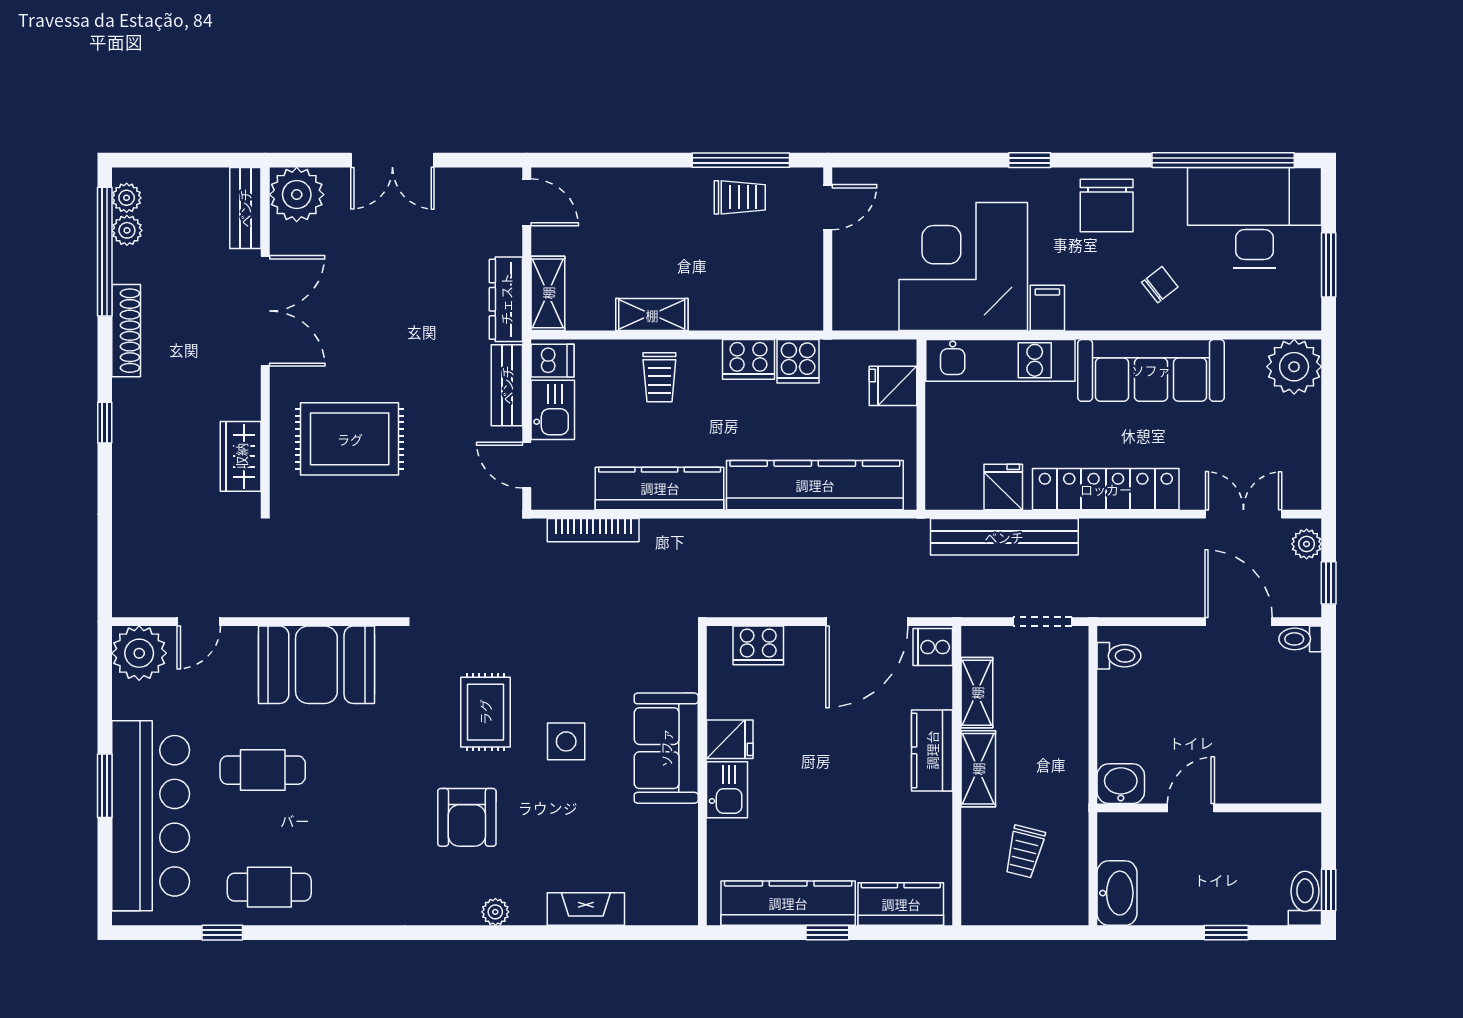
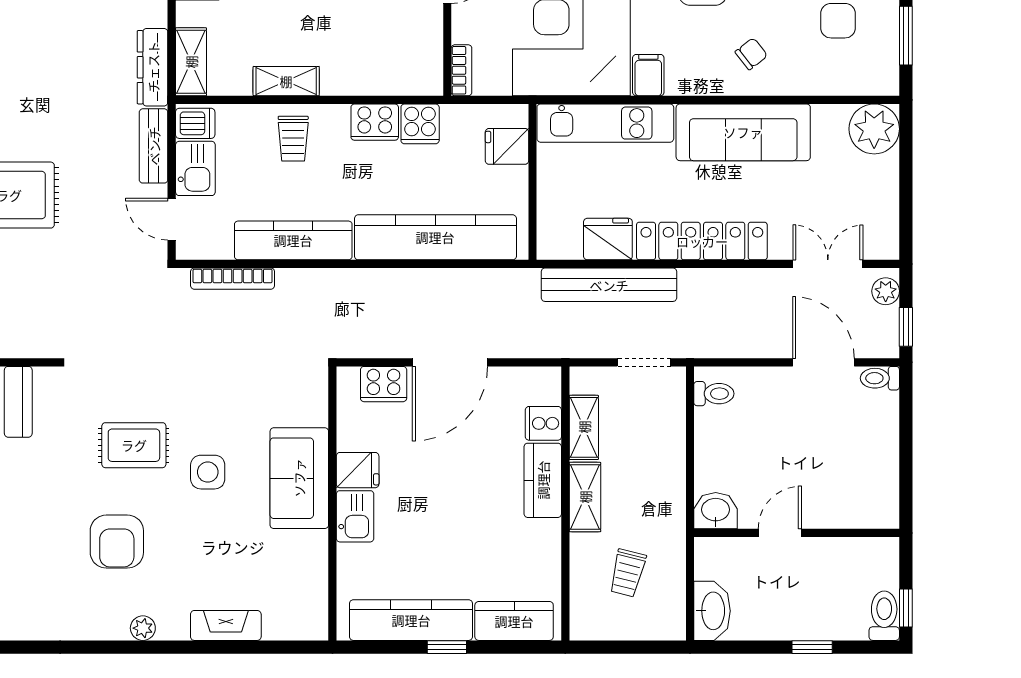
bookcase: (843, 303) -> (461, 70), added
fridge: (1003, 487) -> (608, 239), width x1.38
door: (867, 622) -> (450, 362), moved
cooker: (933, 647) -> (543, 423), moved
rug: (485, 712) -> (134, 445), turned 90

